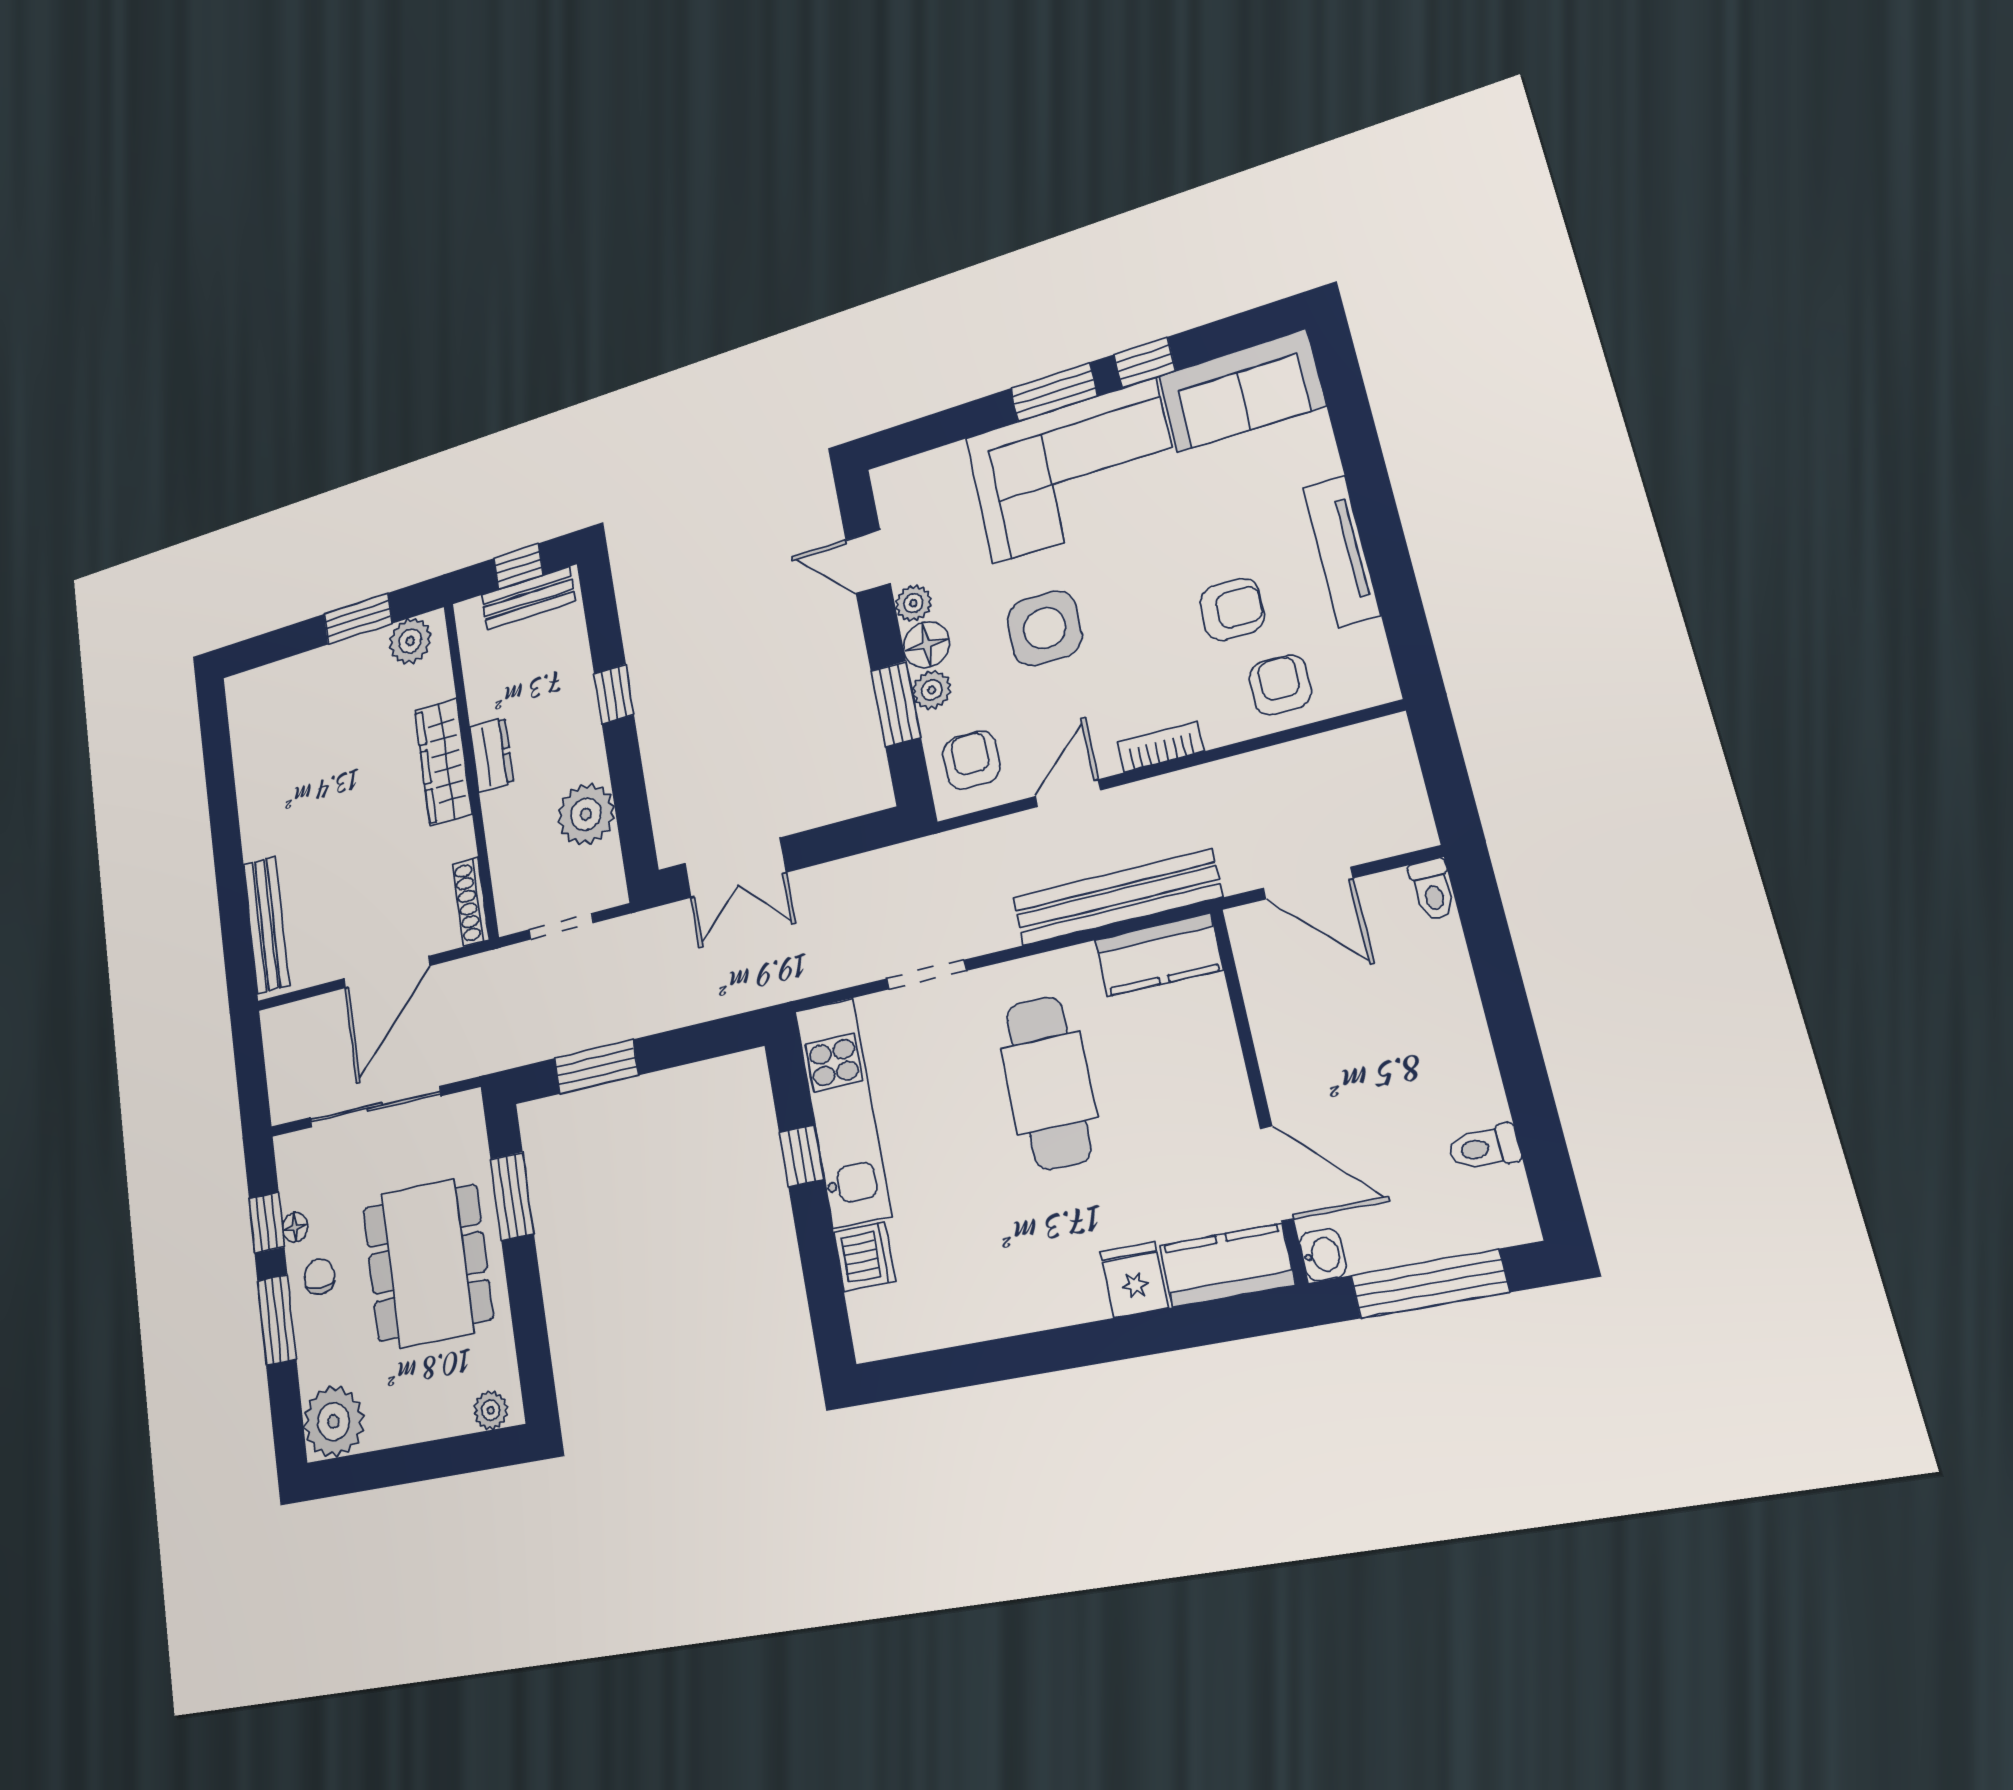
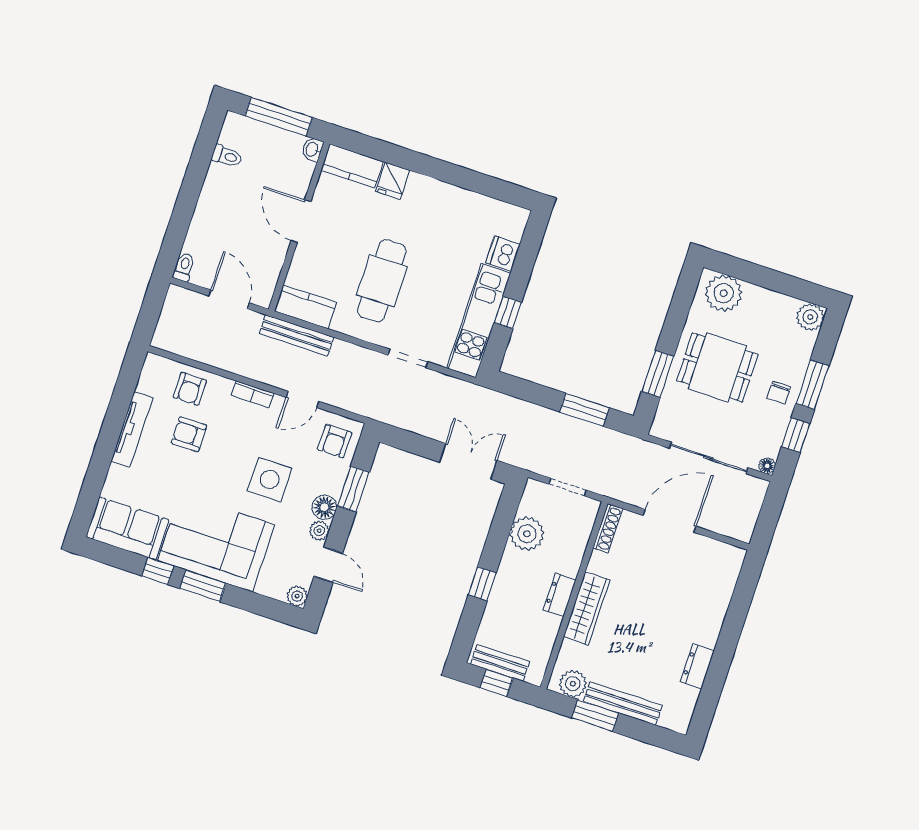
plant: (932, 690) -> (297, 596), moved
dresser: (252, 784) -> (697, 666), added
bench: (1117, 897) -> (296, 335), width x0.73, depth x0.82
bench: (266, 925) -> (623, 703), moved, turned 90
door: (1277, 1173) -> (301, 221), moved
floor lamp: (295, 1227) -> (767, 466), moved
dining table: (427, 1263) -> (717, 367), width x0.73
plant: (491, 1410) -> (724, 293), width x1.88, depth x1.88
plant: (334, 1422) -> (810, 317), width x0.73, depth x0.73

